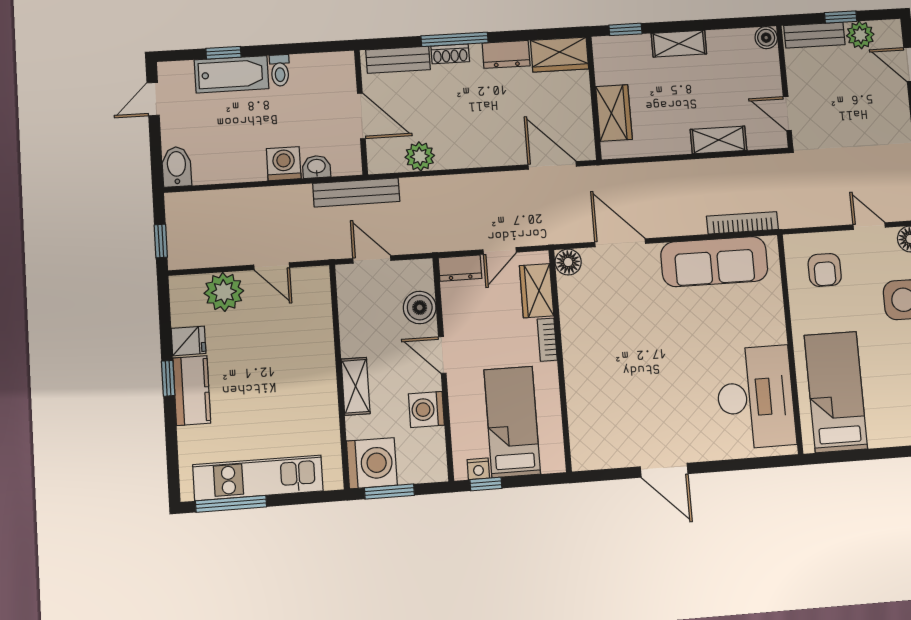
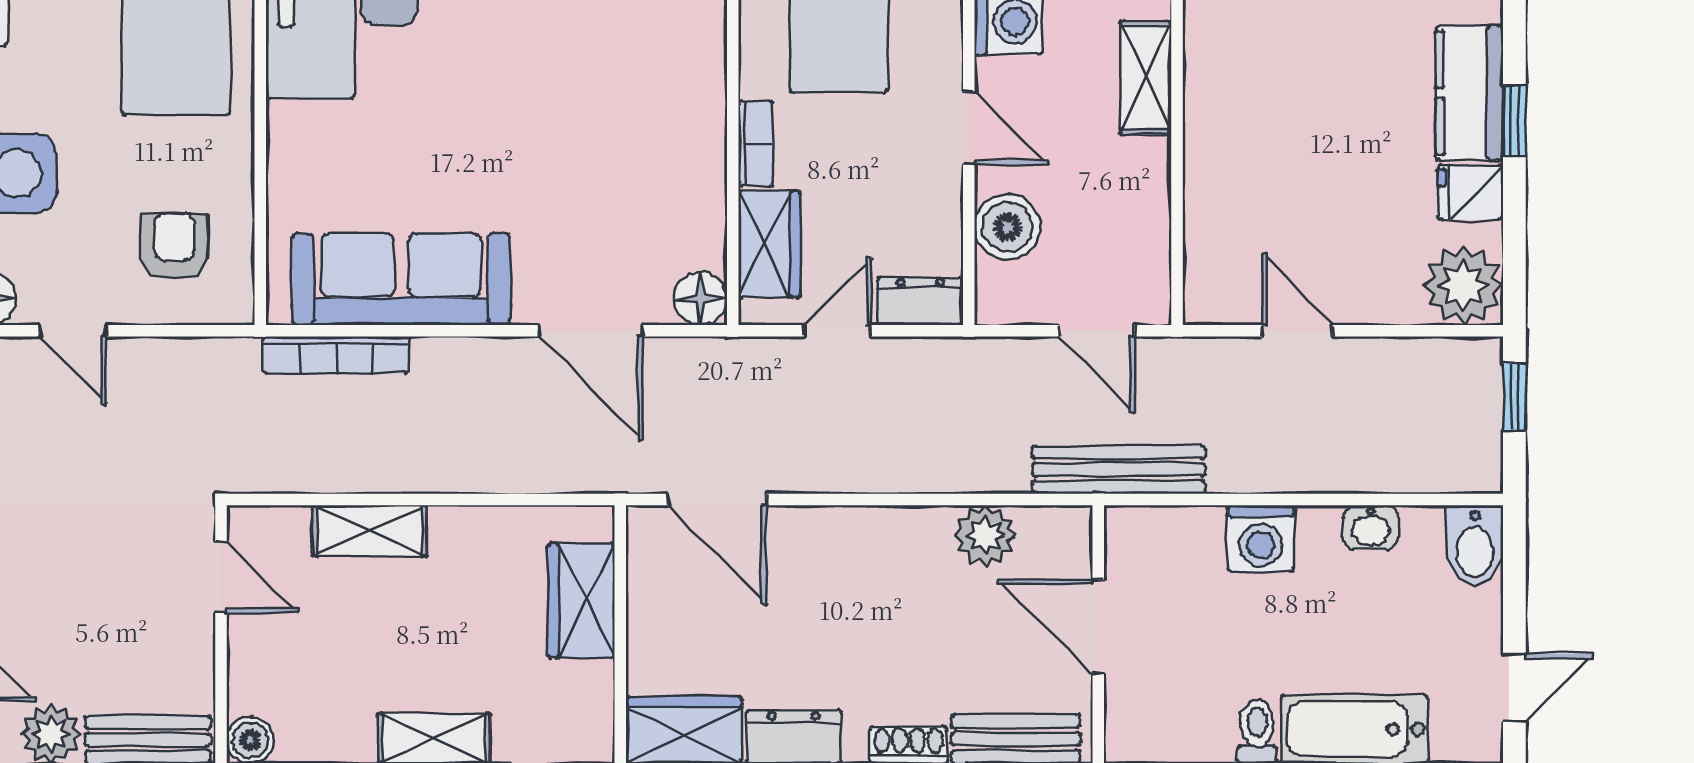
washbasin: (316, 167) -> (1371, 527), moved
plant: (224, 292) -> (1463, 286), moved

